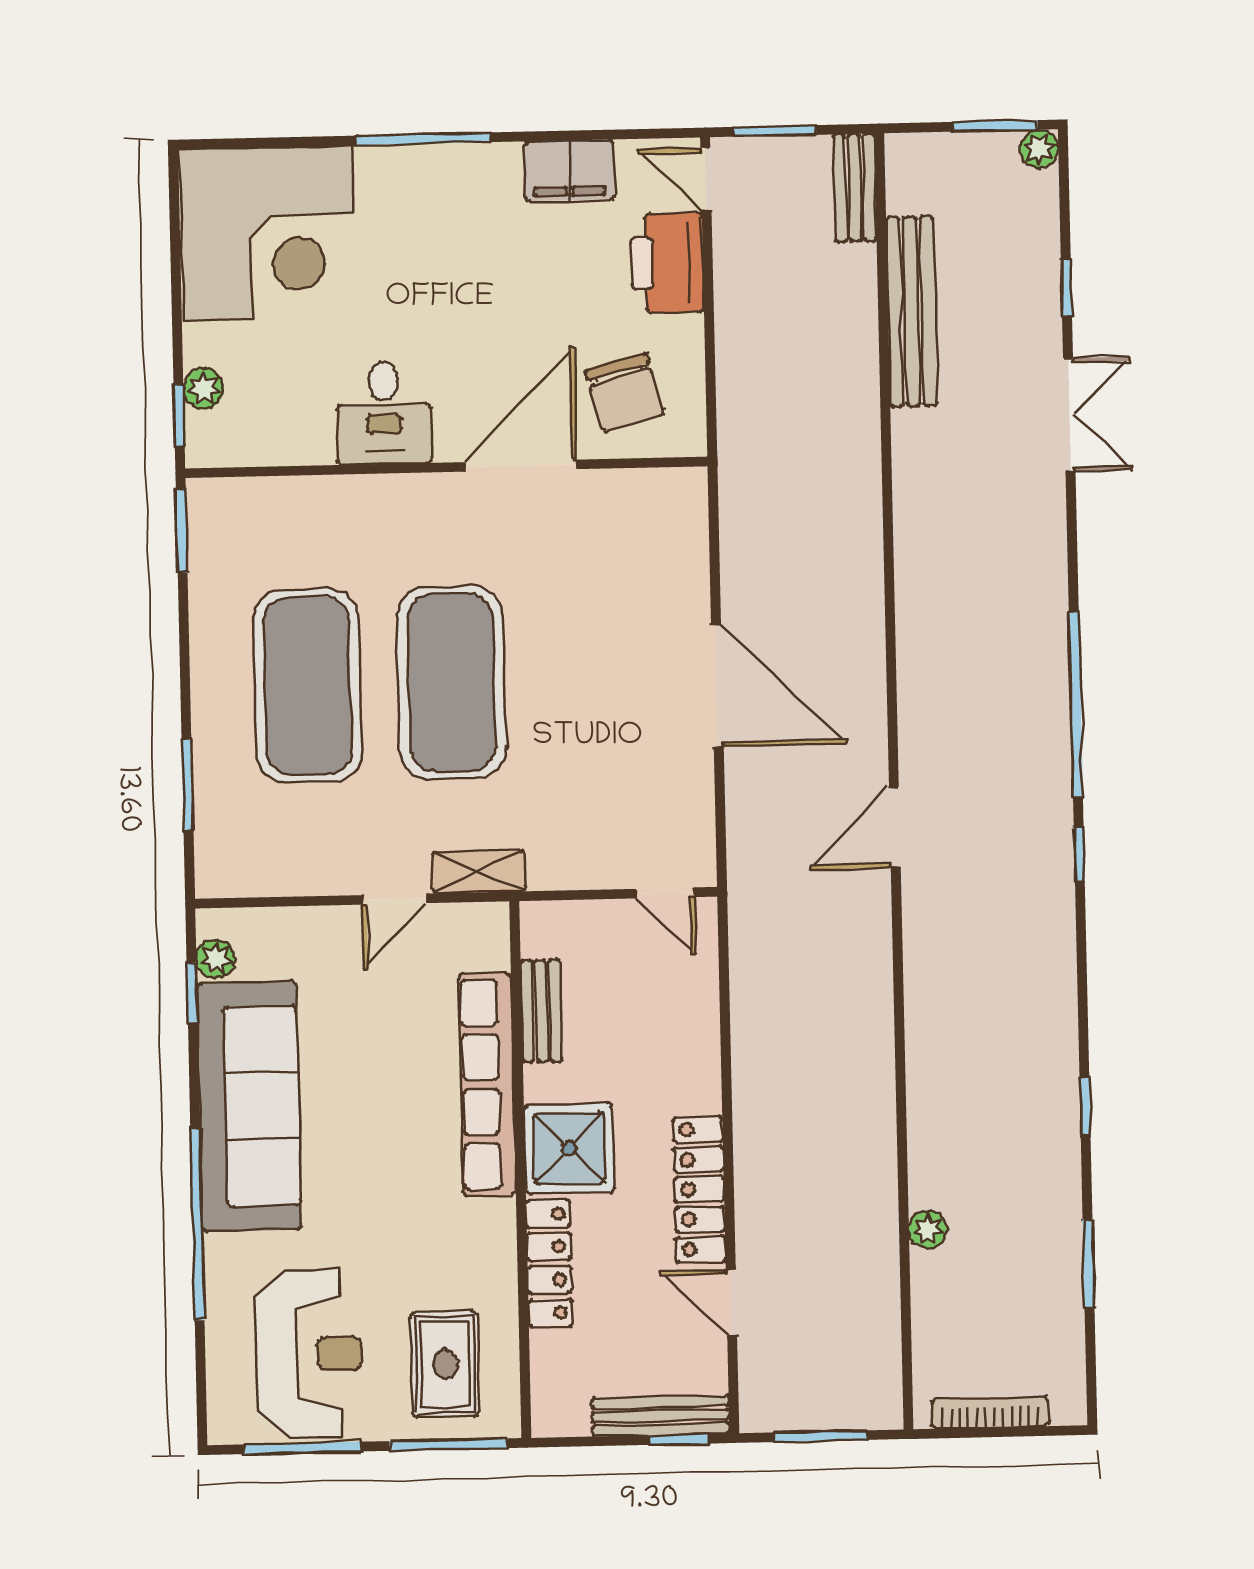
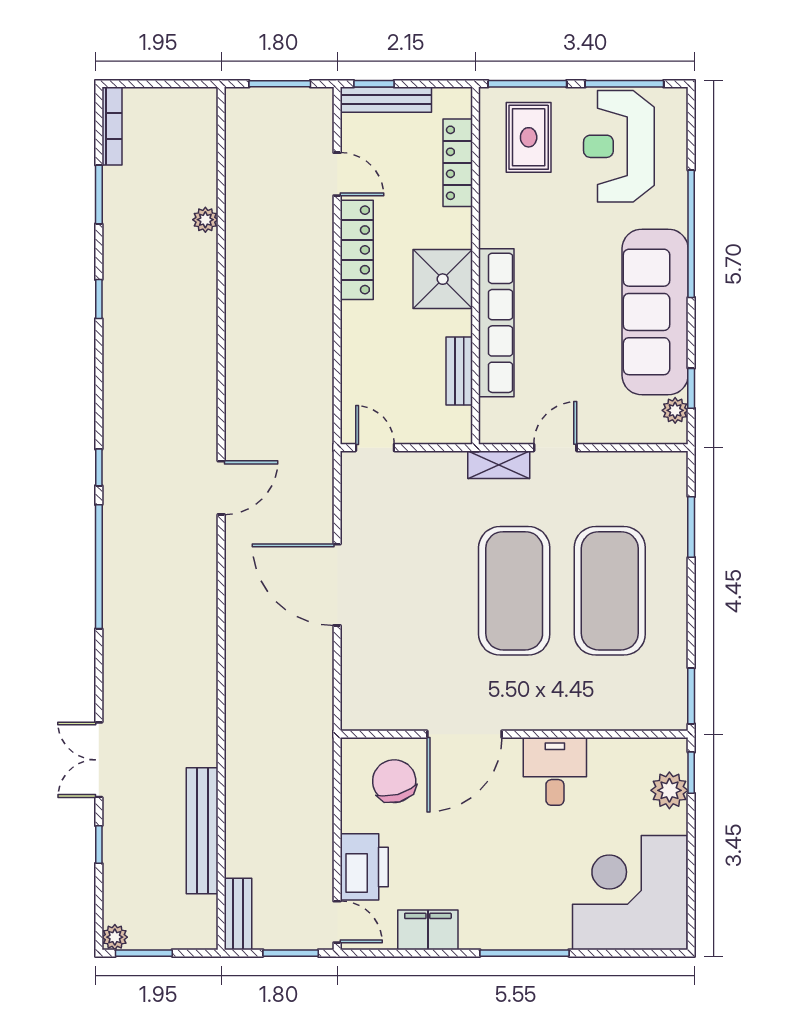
plant: (204, 388) -> (669, 790), width x1.38, depth x1.38
locker: (549, 1263) -> (458, 163), moved
bookcase: (990, 1412) -> (112, 126), moved, turned -90

